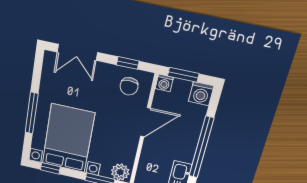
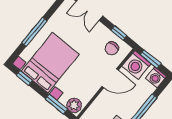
washing machine: (164, 83) -> (137, 65), width x1.89, depth x1.89

